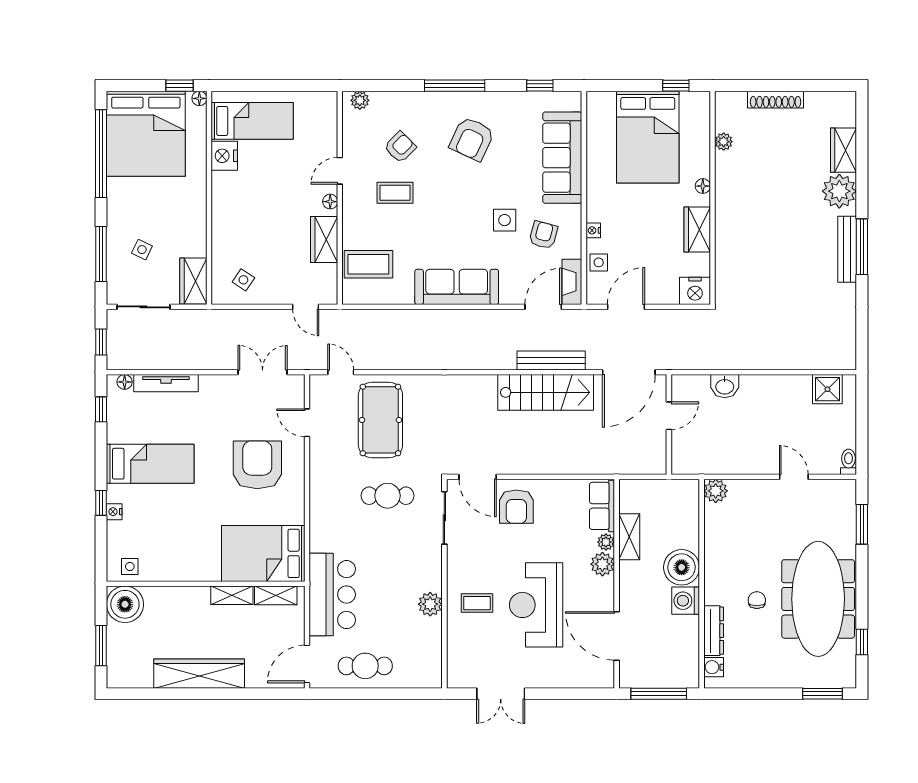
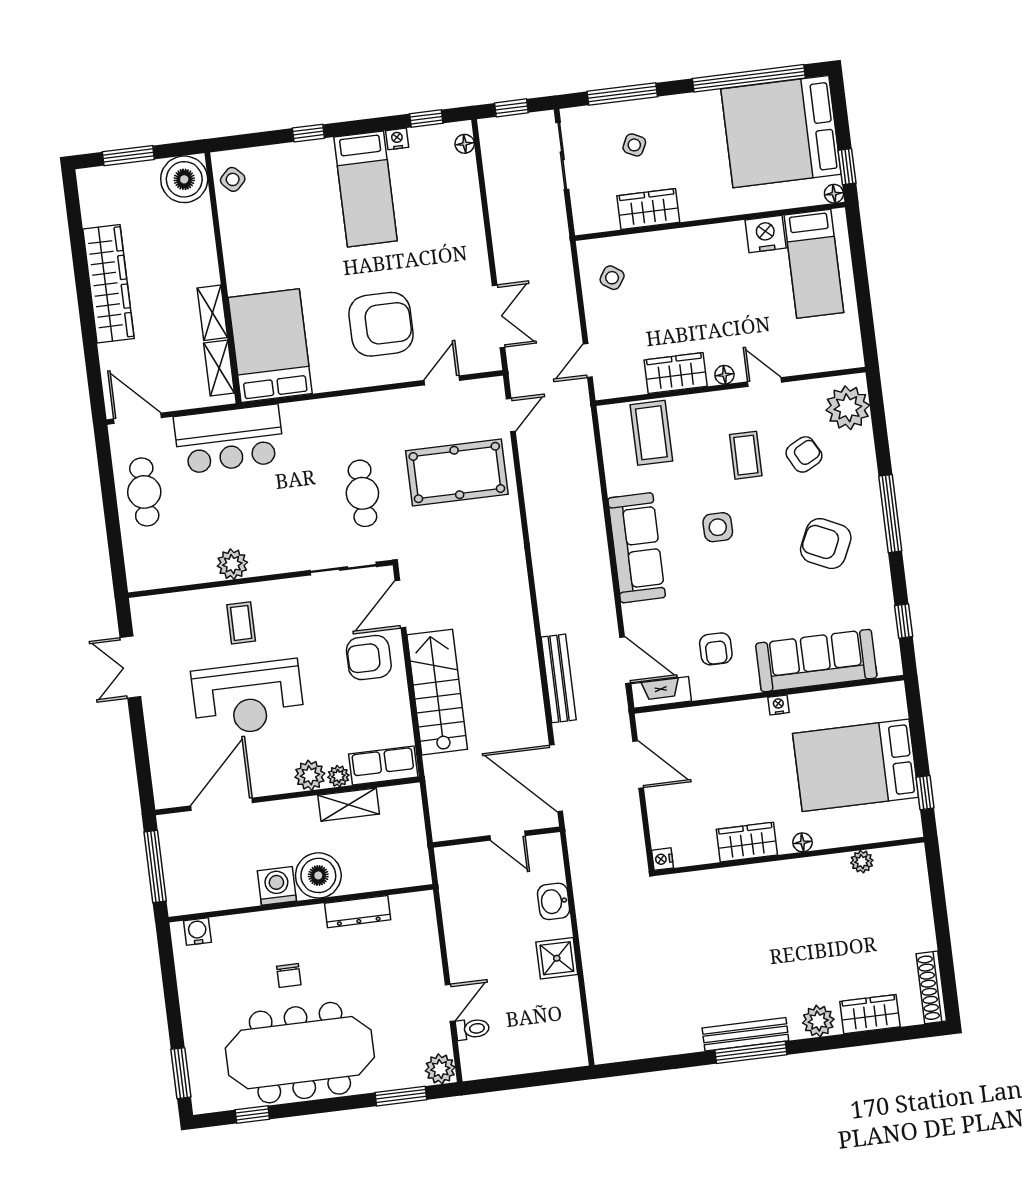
plant: (360, 100) -> (848, 408), width x1.88, depth x1.88
shoe rack: (776, 100) -> (931, 987), moved
armchair: (400, 147) -> (804, 454), turned -73
plant: (839, 191) -> (818, 1021), width x0.73, depth x0.73
side table: (505, 220) -> (718, 527), moved
nightstand: (593, 230) -> (779, 705), moved
armchair: (543, 235) -> (716, 649), turned 75
side table: (599, 262) -> (690, 723), removed
wardrobe: (193, 281) -> (648, 209), moved
nightstand: (695, 291) -> (662, 859), width x0.53, depth x0.56
tv unit: (166, 383) -> (470, 196), removed
shower: (827, 389) -> (557, 958), moved
stairs: (546, 392) -> (437, 692), moved, turned 180
toilet: (849, 462) -> (472, 1029), moved
plant: (716, 491) -> (440, 1069), moved
nightstand: (114, 512) -> (397, 139), moved
side table: (130, 567) -> (233, 179), turned 45
chair: (757, 600) -> (289, 976), turned 90
reception desk: (536, 605) -> (248, 698), turned 180
dresser: (714, 631) -> (358, 912), moved

